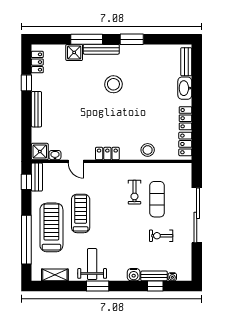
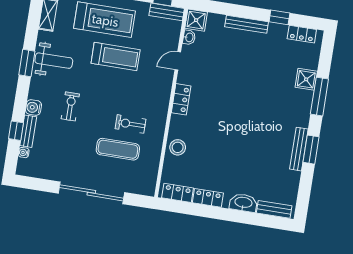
bench: (101, 49) -> (299, 149), moved
stool: (113, 84) -> (261, 120), removed
exercise bike: (161, 236) -> (70, 106), moved

